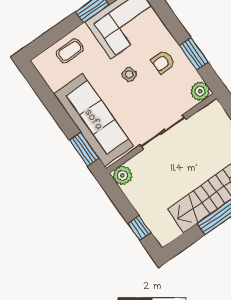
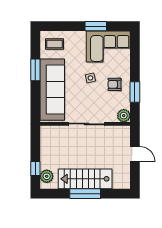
coffee table: (70, 51) -> (54, 44), moved
window: (84, 149) -> (35, 70), moved
plant: (122, 175) -> (47, 176), moved

